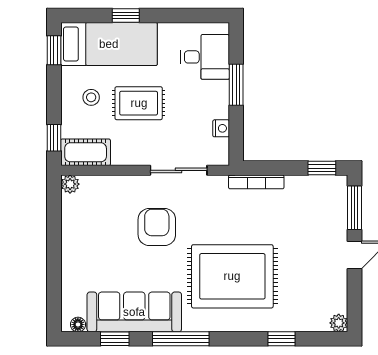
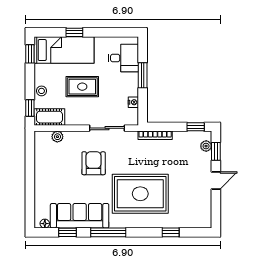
stool: (91, 97) -> (41, 91), moved
plant: (70, 184) -> (57, 137), moved
window: (355, 208) -> (216, 151), width x0.67
plant: (339, 323) -> (206, 146), moved

